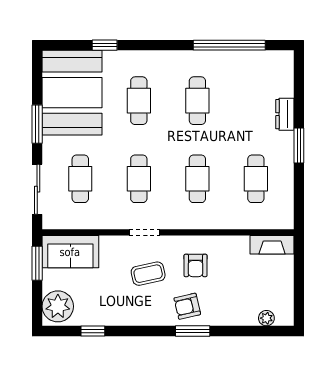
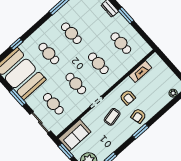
fireplace: (272, 245) -> (140, 72), moved
window: (193, 331) -> (140, 131), moved

